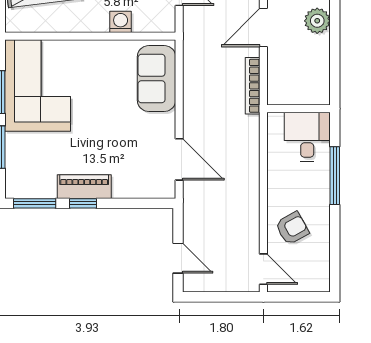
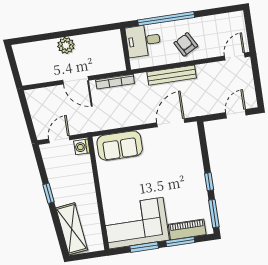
washing machine: (121, 22) -> (82, 147), moved
bench: (250, 171) -> (172, 75), added
window: (335, 176) -> (166, 19), width x1.46
piano: (84, 187) -> (187, 229), moved, turned 90
armchair: (292, 228) -> (186, 44), moved

